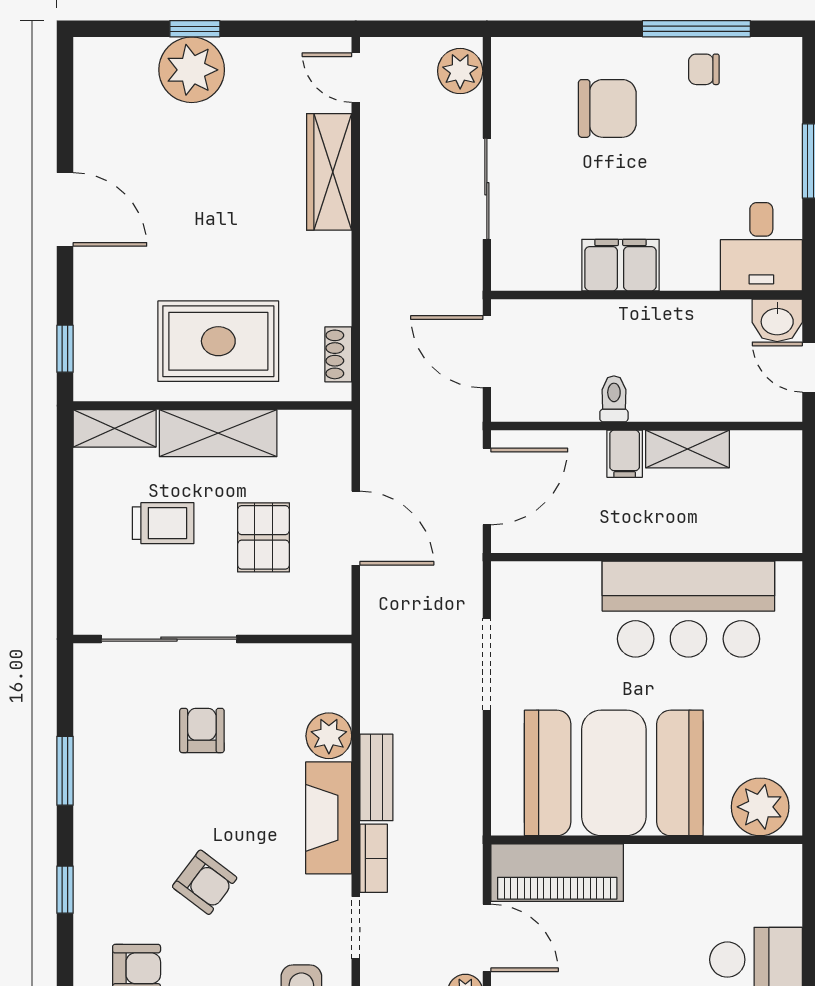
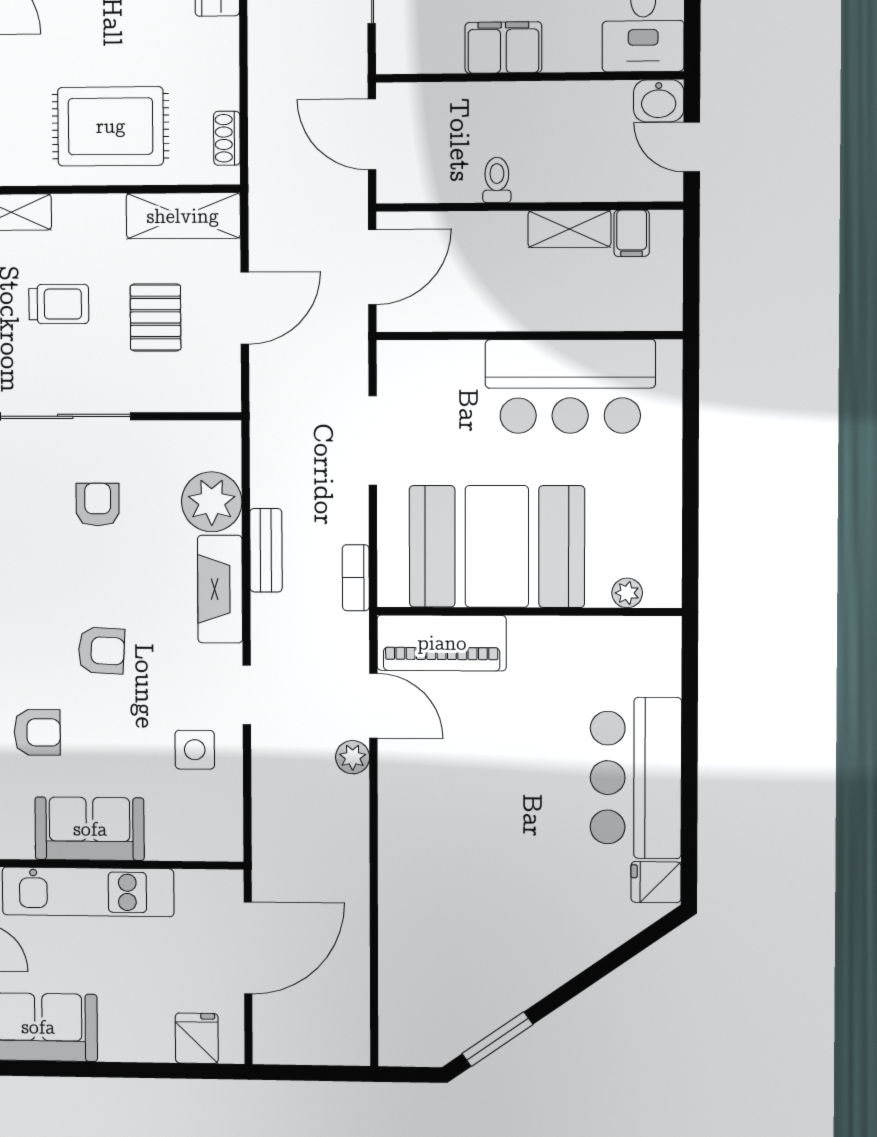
shelving: (218, 433) -> (183, 216), moved
filing cabinet: (625, 454) -> (632, 233), moved
door: (356, 528) -> (245, 308), hinge flipped
plant: (329, 736) -> (212, 502), width x1.36, depth x1.36
plant: (760, 807) -> (627, 593), width x0.53, depth x0.53
bookcase: (374, 858) -> (356, 578), moved, turned 180
armchair: (205, 882) -> (101, 650), turned -34

